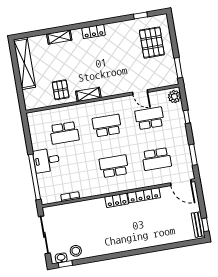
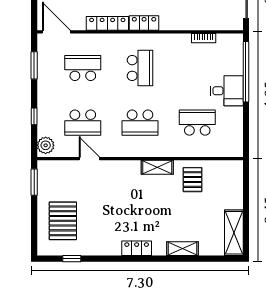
shelving: (24, 63) -> (234, 233), width x0.68
school desk: (114, 166) -> (140, 68), turned -90

